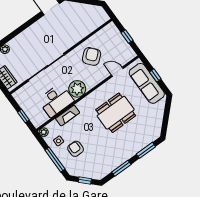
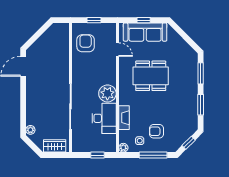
armchair: (92, 56) -> (86, 43), moved, turned 41
door: (117, 72) -> (117, 50), swing flipped
dining table: (116, 113) -> (151, 76), turned 90

